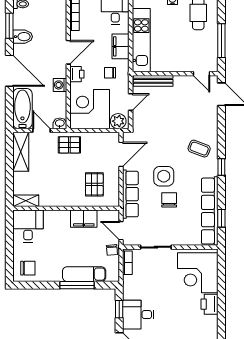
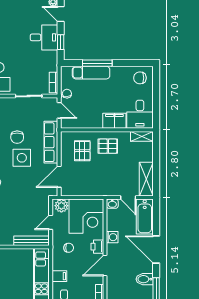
filing cabinet: (121, 46) -> (59, 276), width x0.50
pallet: (69, 145) -> (108, 146), moved
filing cabinet: (84, 219) -> (114, 121), moved

